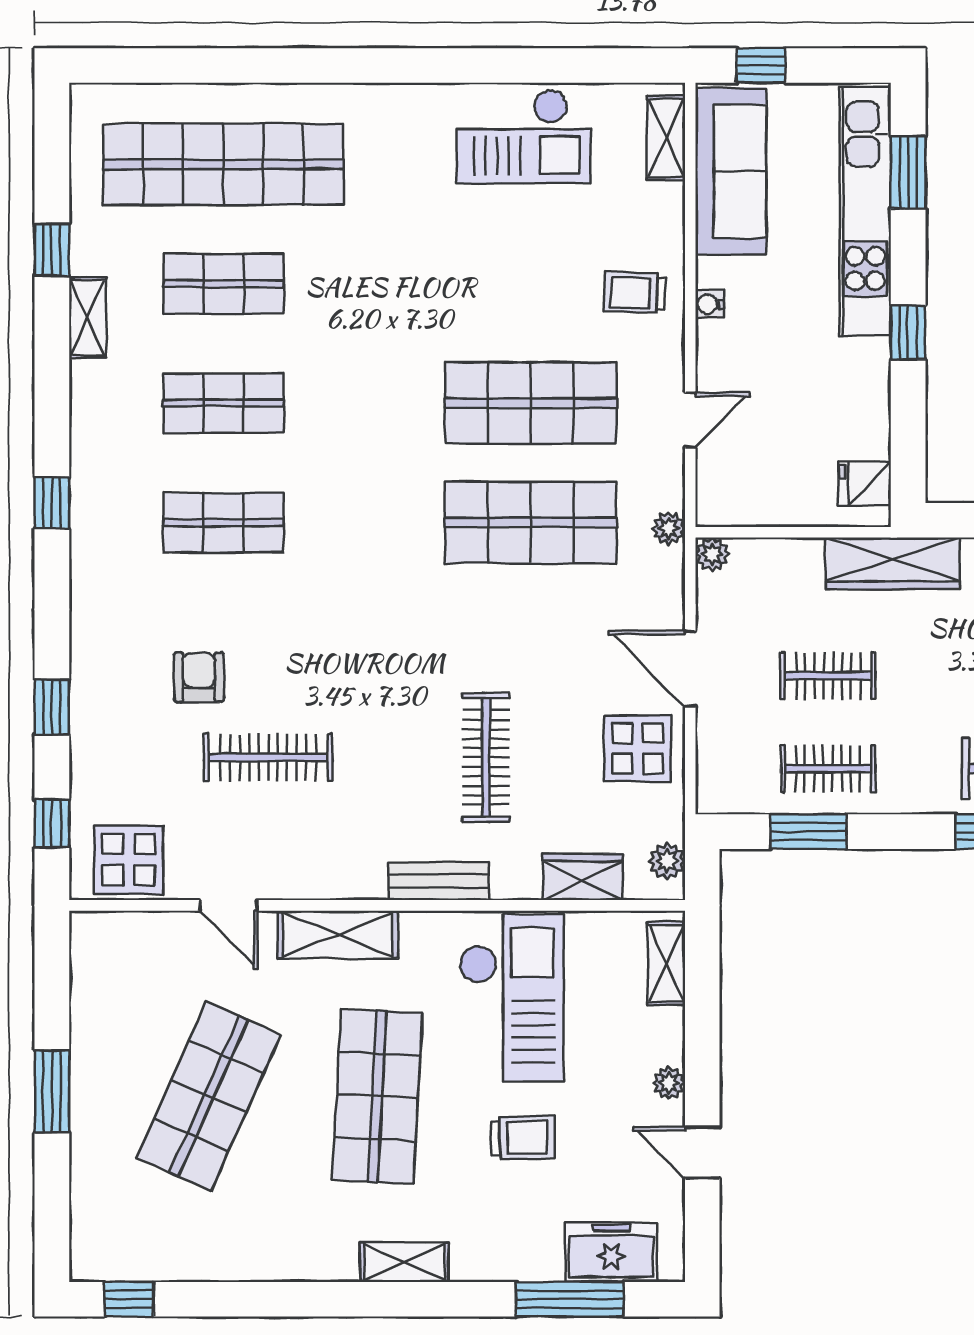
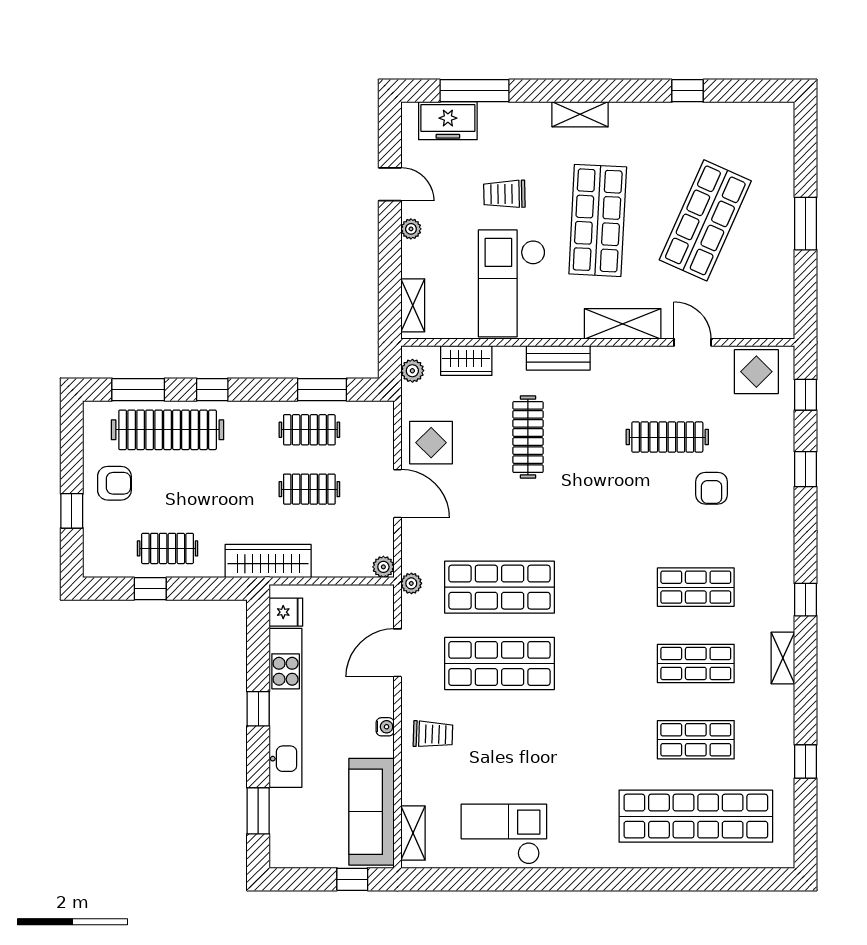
kitchen unit: (865, 211) -> (286, 708), moved
shelving: (87, 318) -> (783, 658), moved
door: (690, 420) -> (397, 653), width x1.38
window: (129, 1299) -> (688, 91), moved

